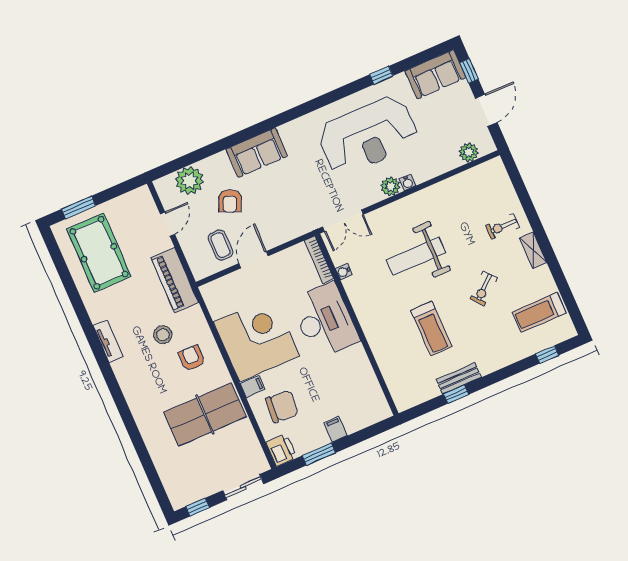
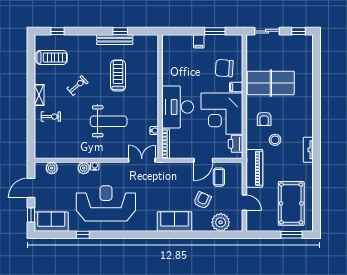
plant: (390, 186) -> (84, 168), moved
door: (167, 224) -> (244, 203), swing flipped
bench: (459, 378) -> (115, 40), width x1.36
printer: (281, 450) -> (236, 144), moved

